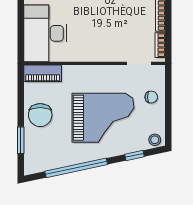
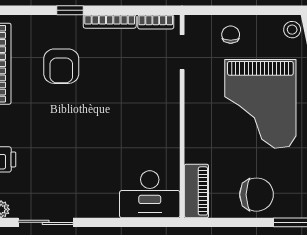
desk: (45, 33) -> (150, 194), width x0.73, depth x0.77
grand piano: (103, 118) -> (260, 104), turned 180

